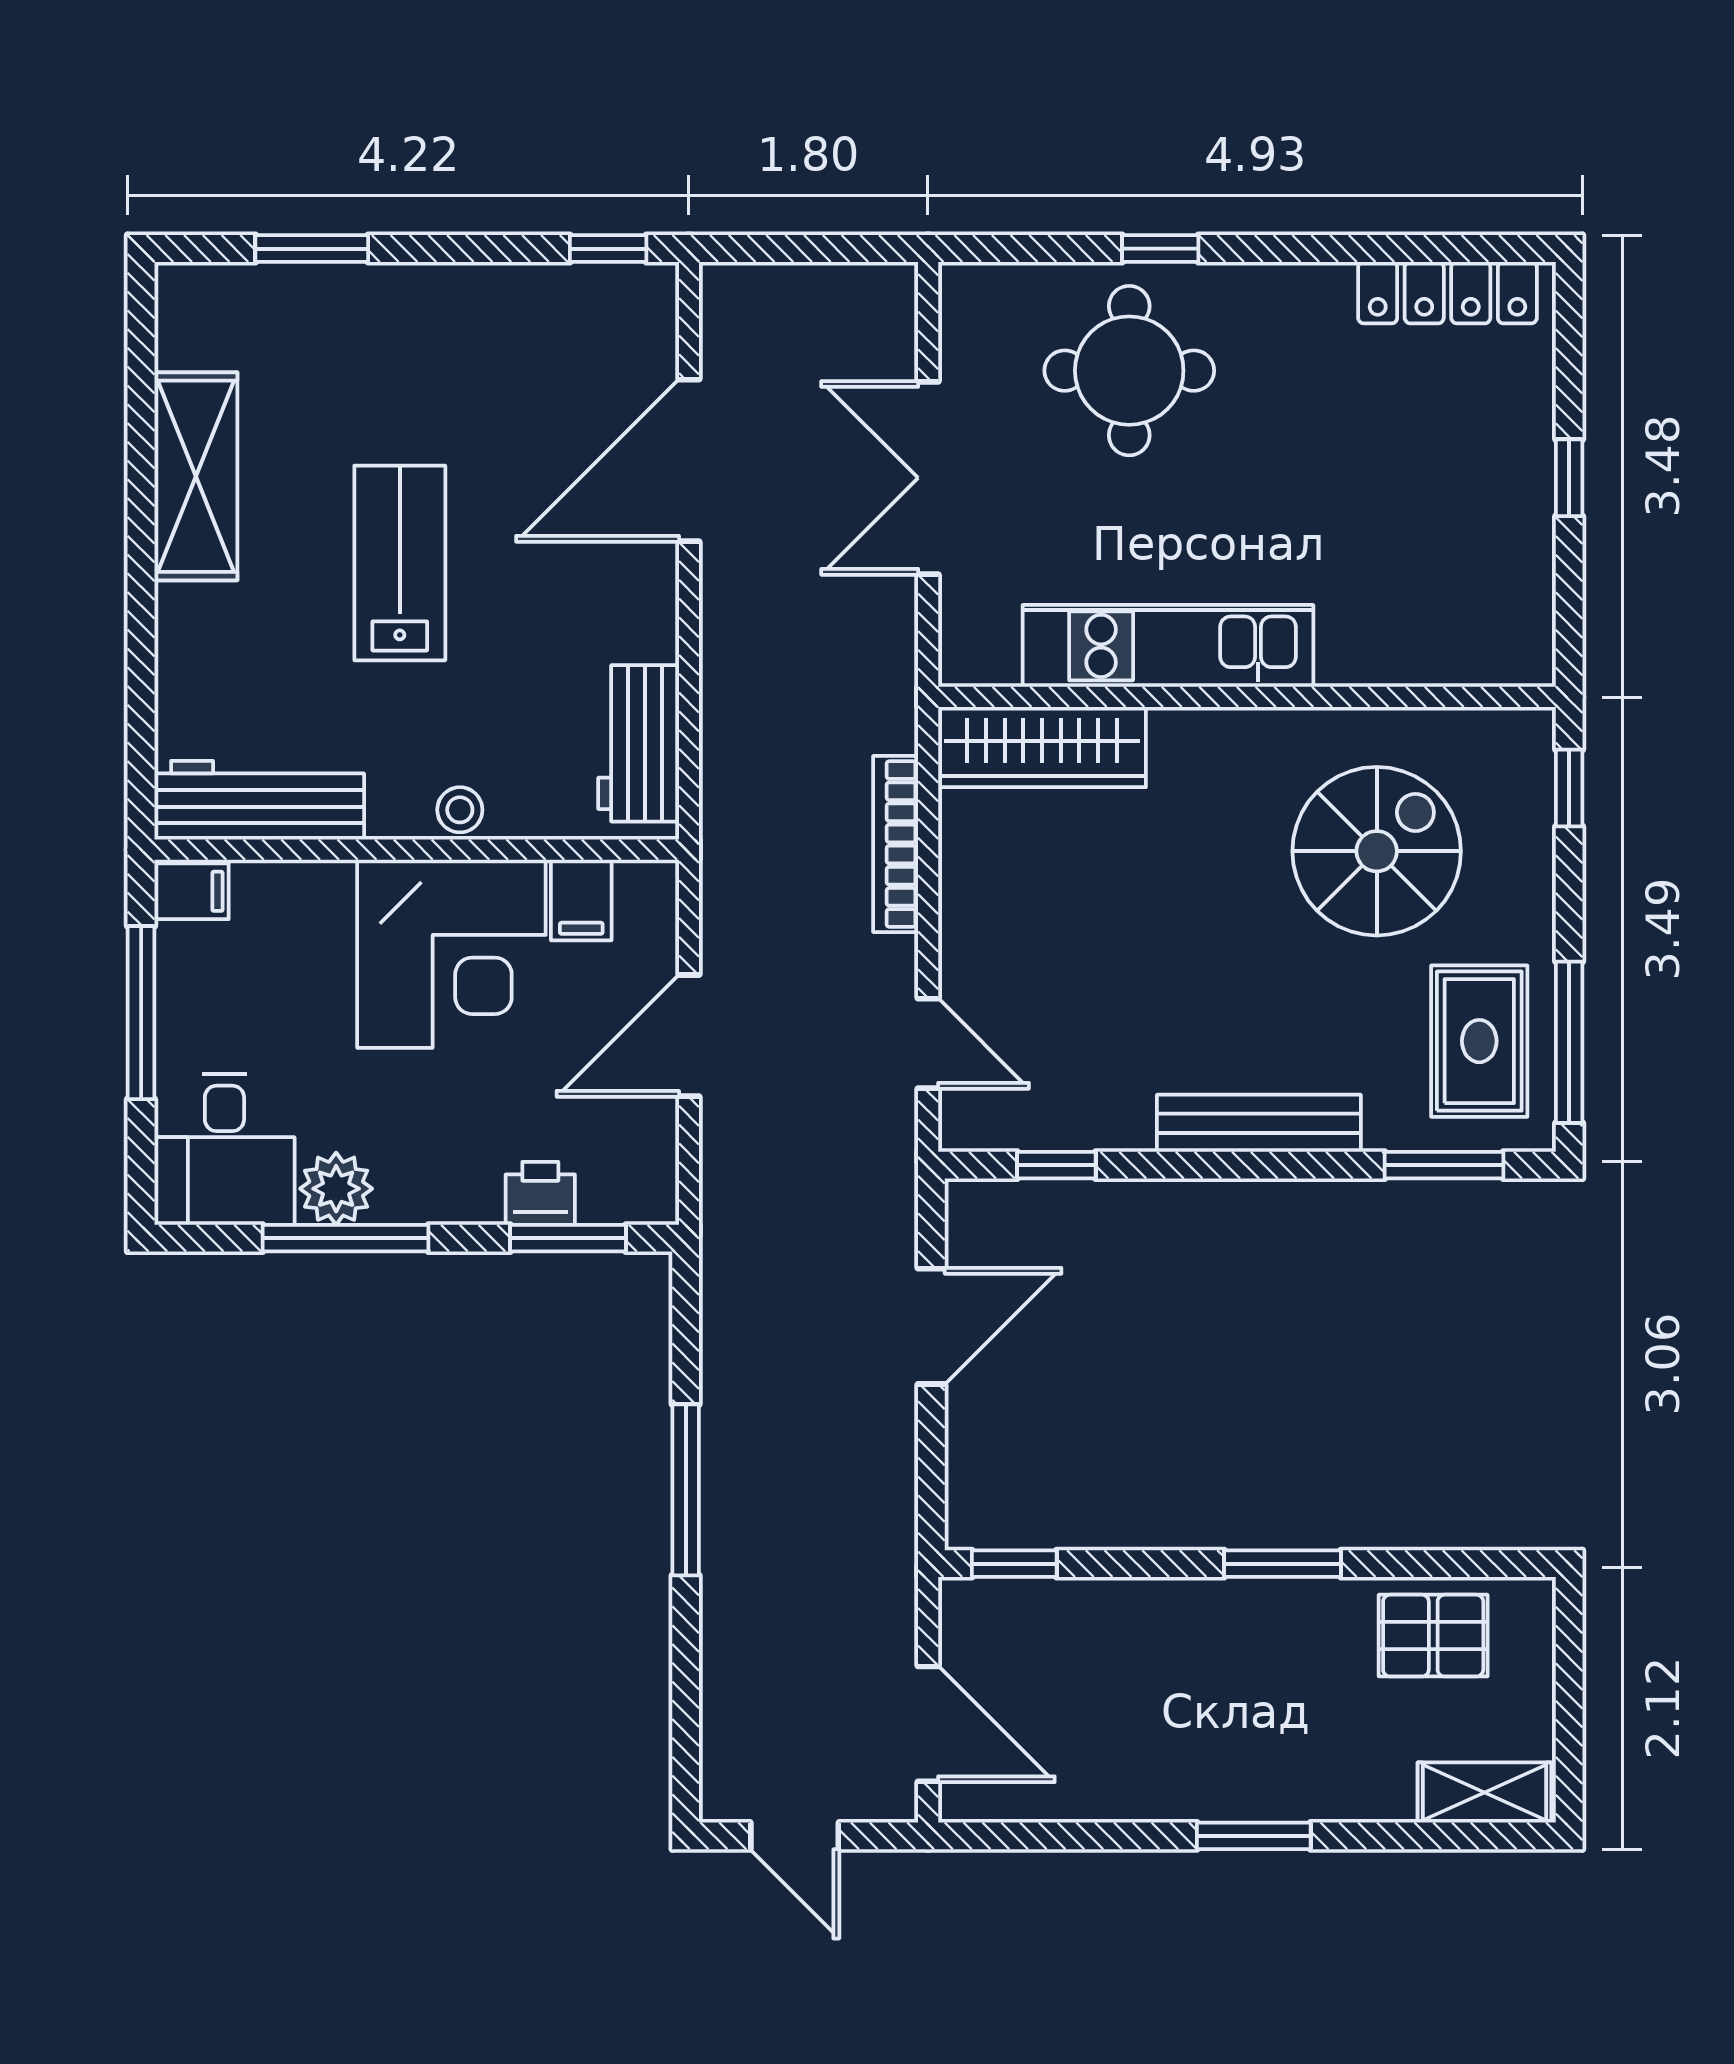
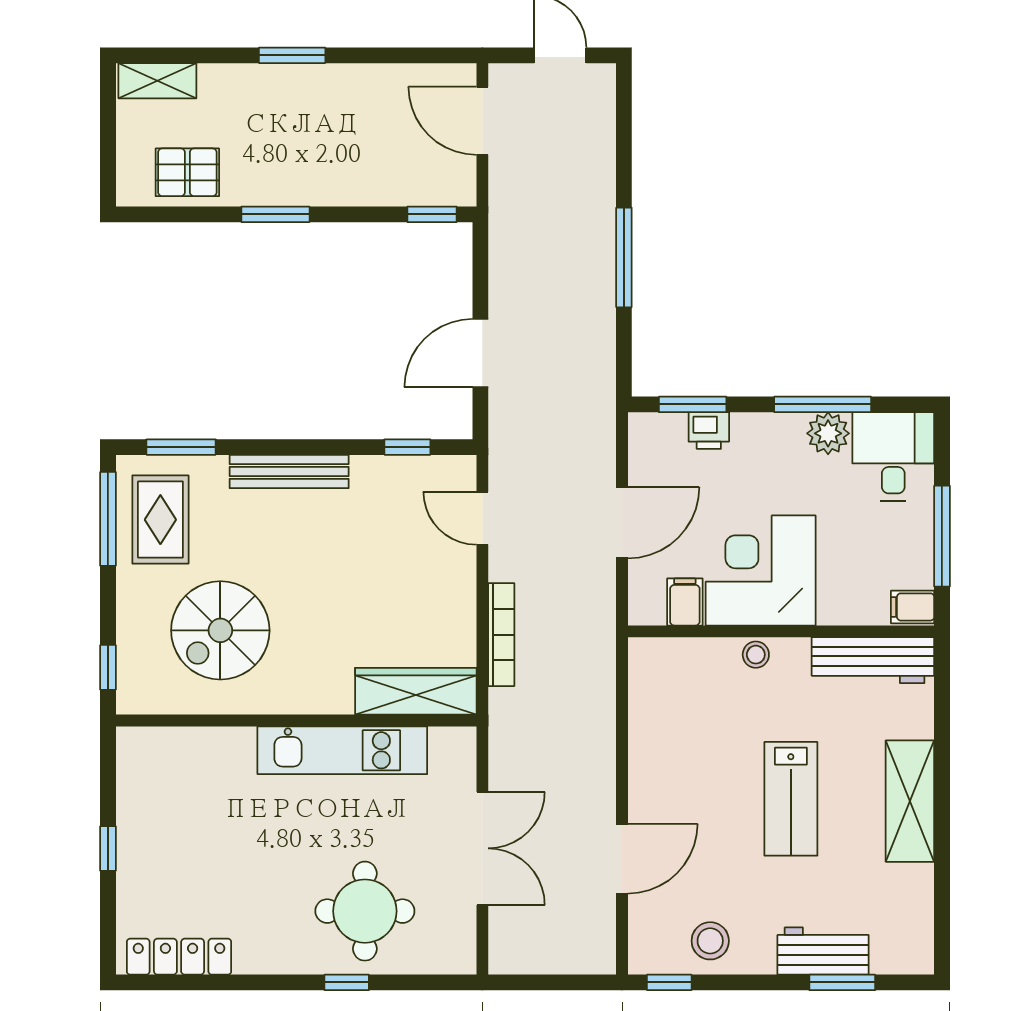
stool: (538, 320) -> (710, 941), added
door: (689, 460) -> (622, 859), width x0.73
shelving: (196, 476) -> (910, 801), moved
workbench: (639, 743) -> (823, 951), moved, turned -90

